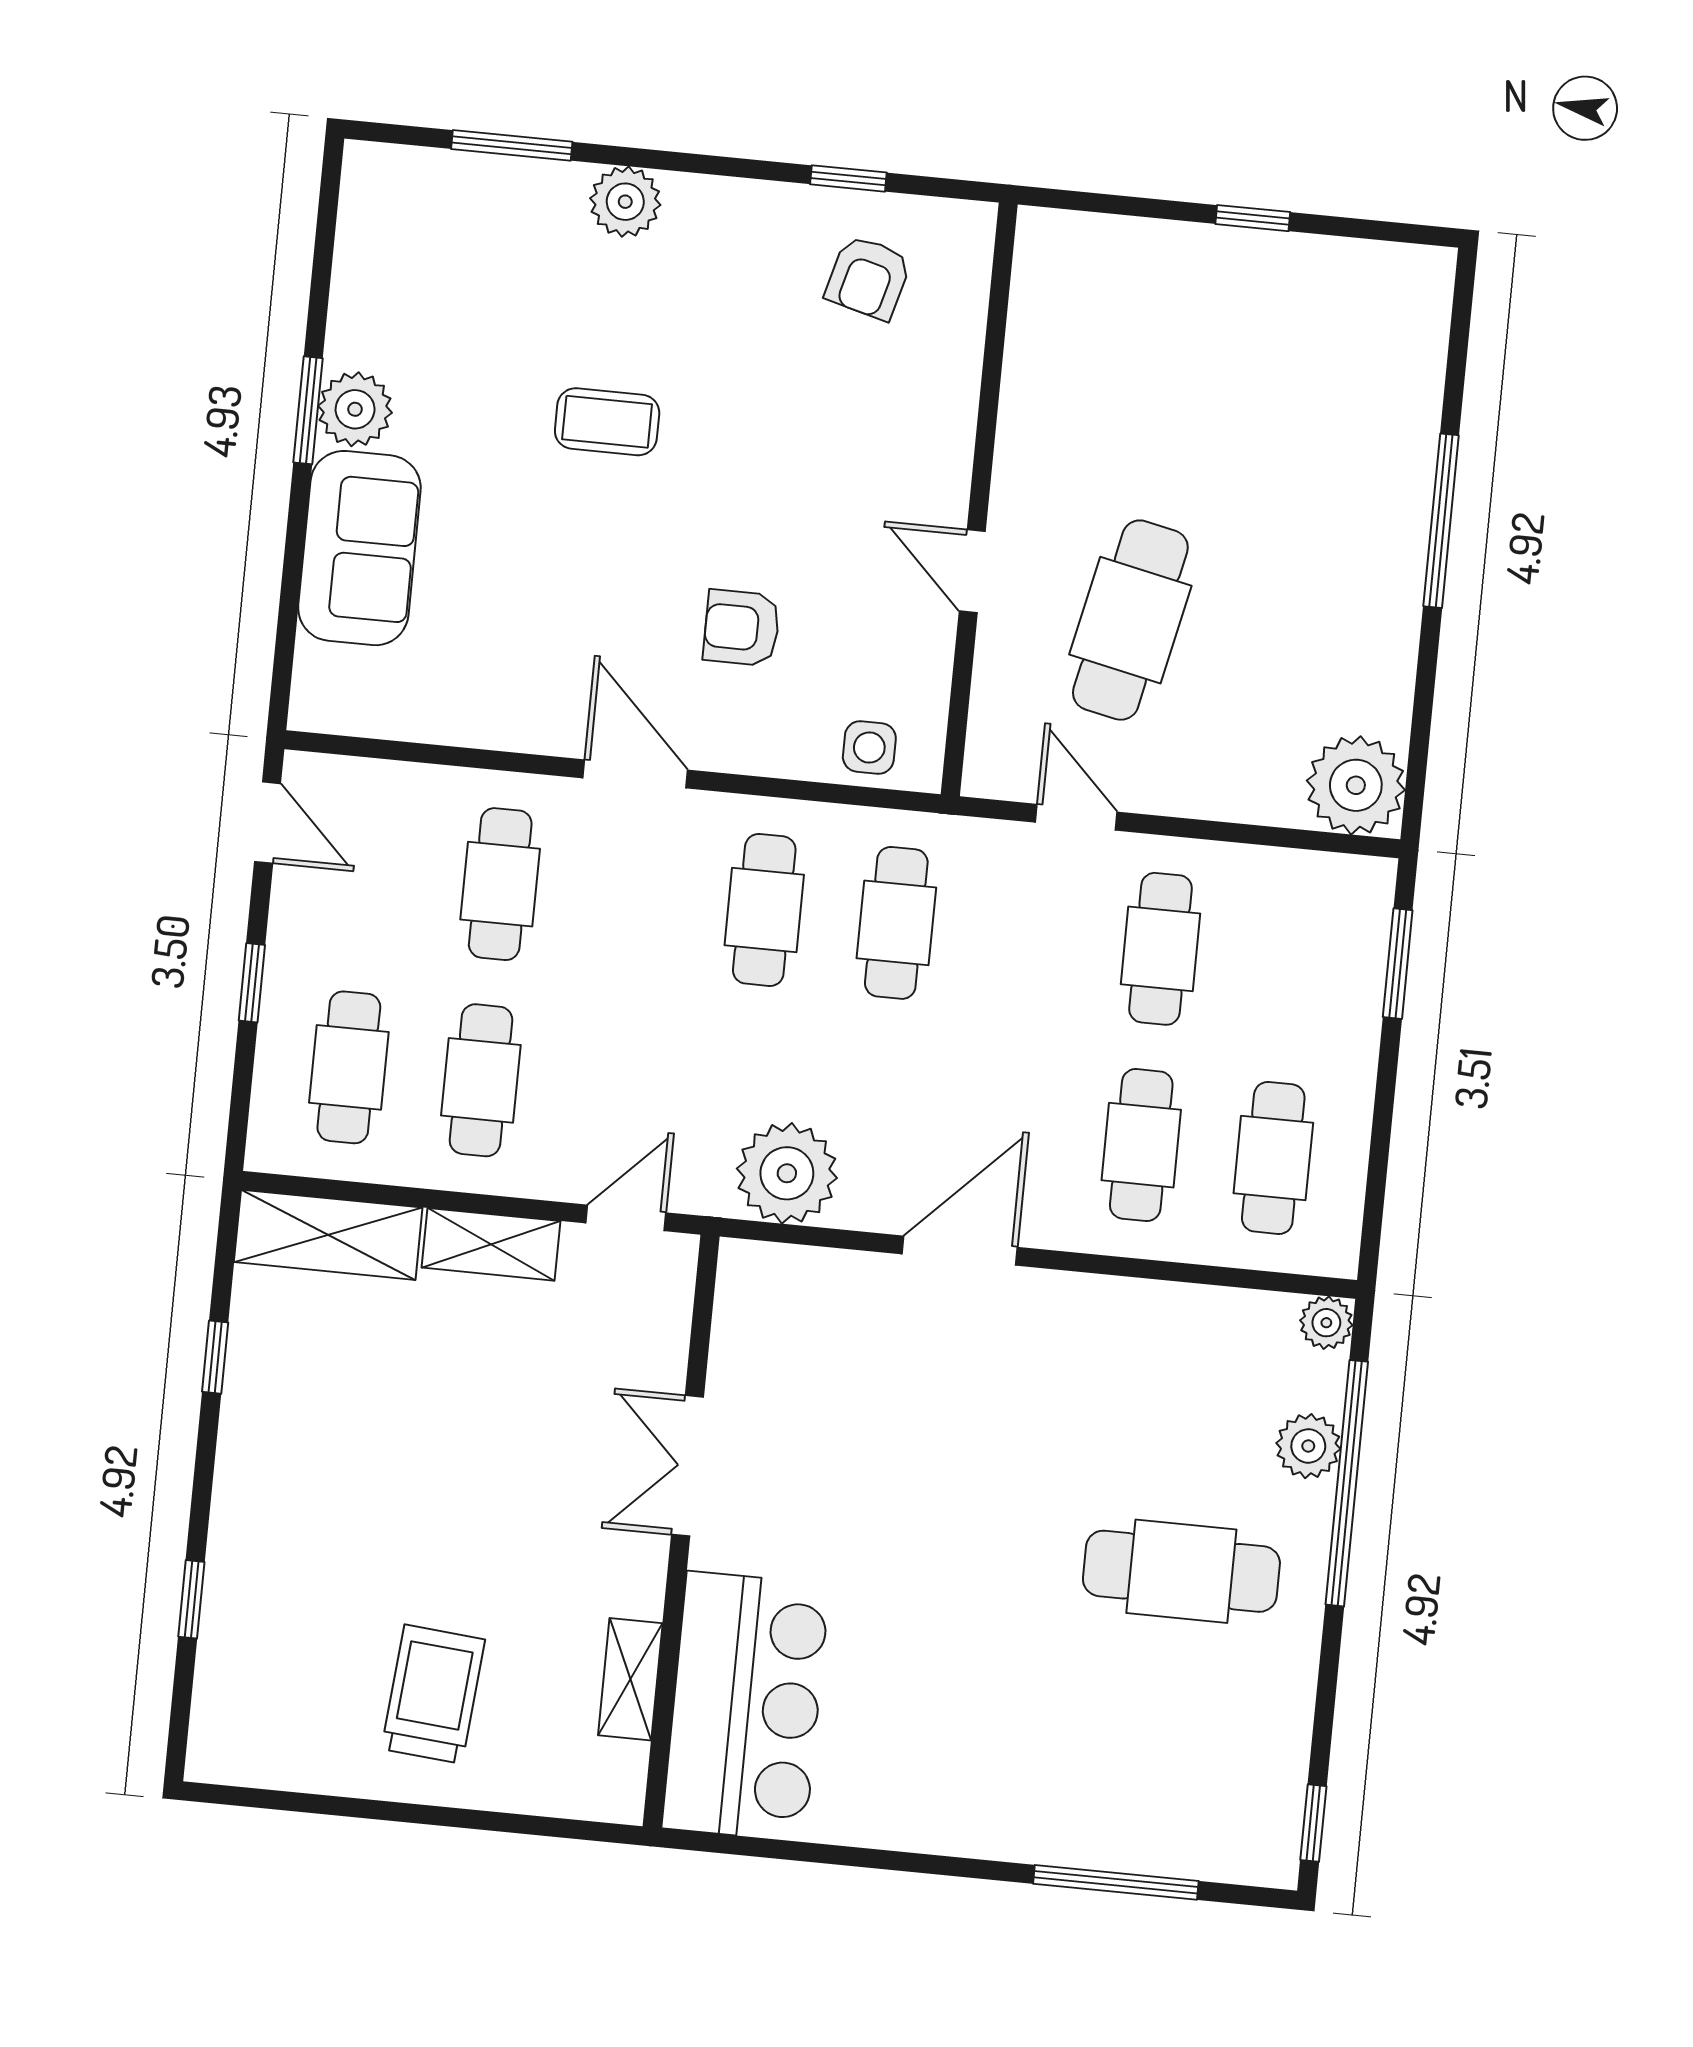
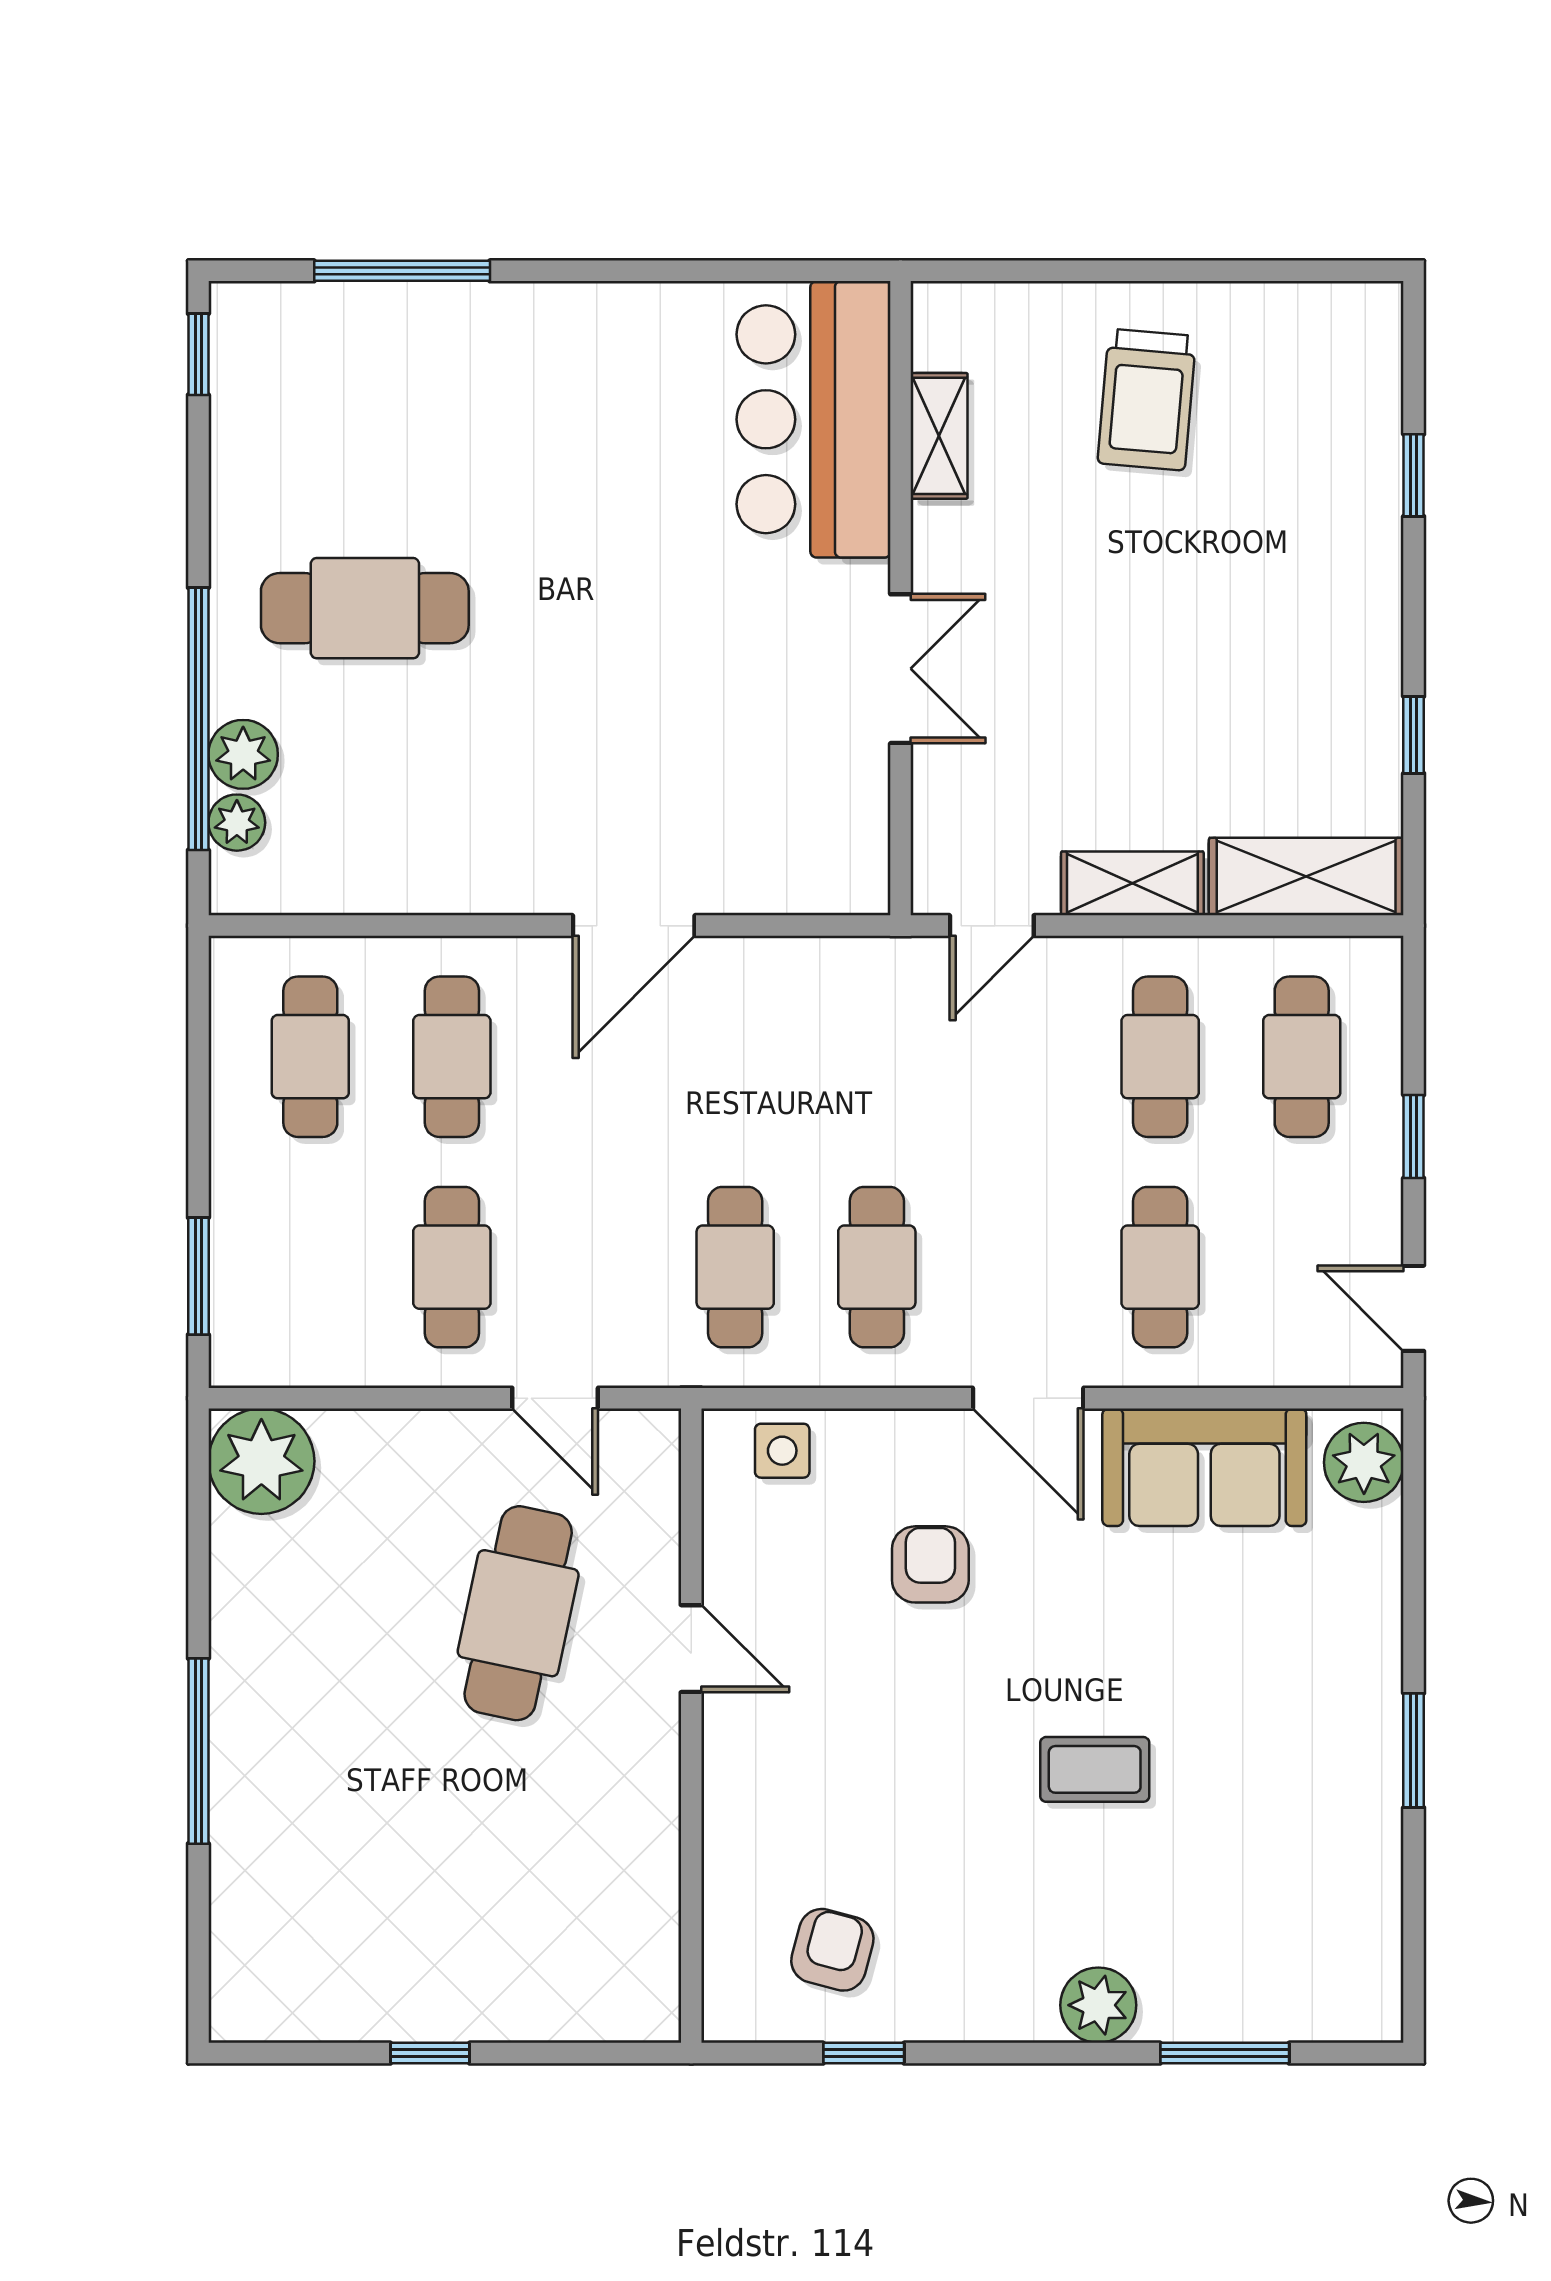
plant: (355, 409) -> (1364, 1462), moved
sofa: (359, 548) -> (1204, 1467), moved, turned -90
armchair: (742, 628) -> (930, 1564), turned -90
plant: (787, 1173) -> (825, 990), removed
plant: (1326, 1323) -> (237, 823), moved

